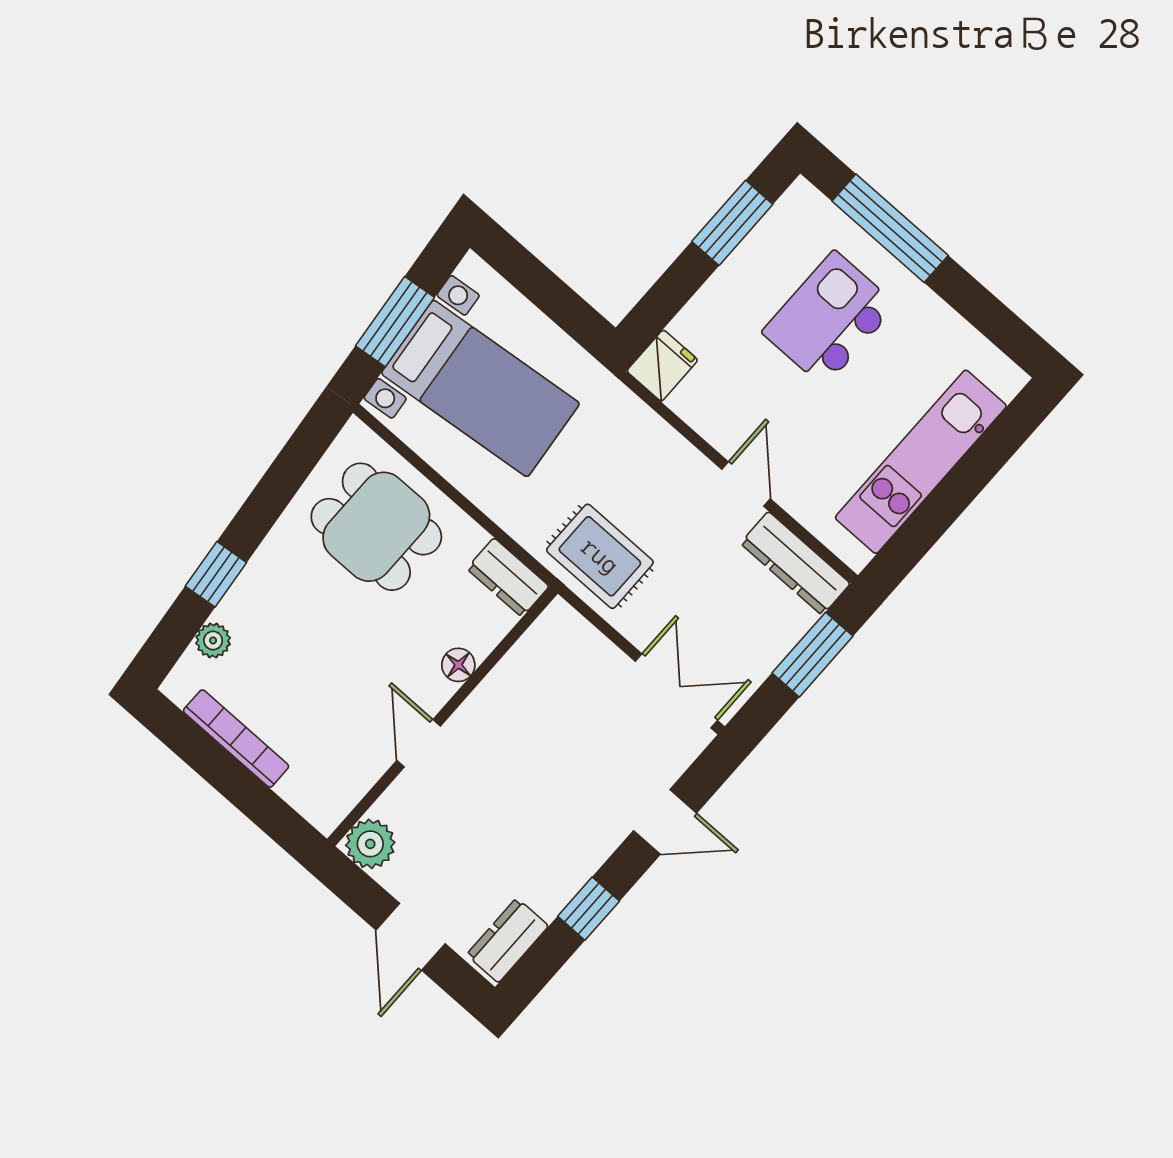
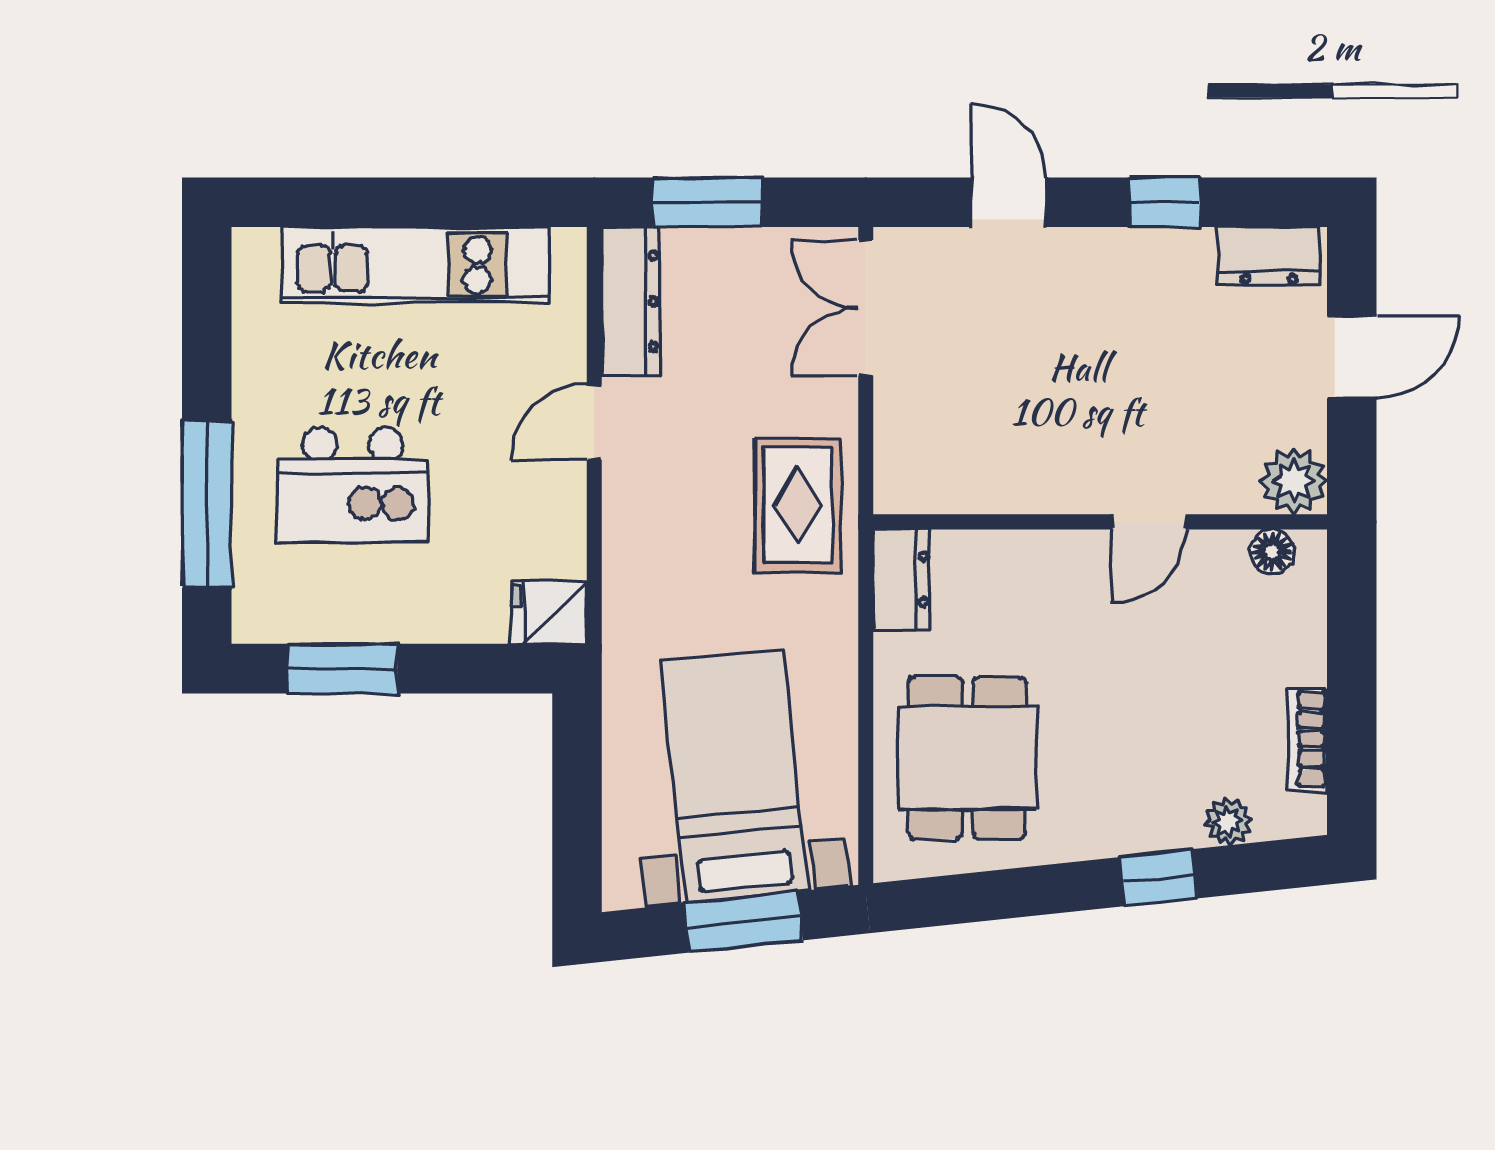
floor lamp: (458, 665) -> (1272, 552), moved
bookcase: (236, 739) -> (1307, 739), width x0.64

